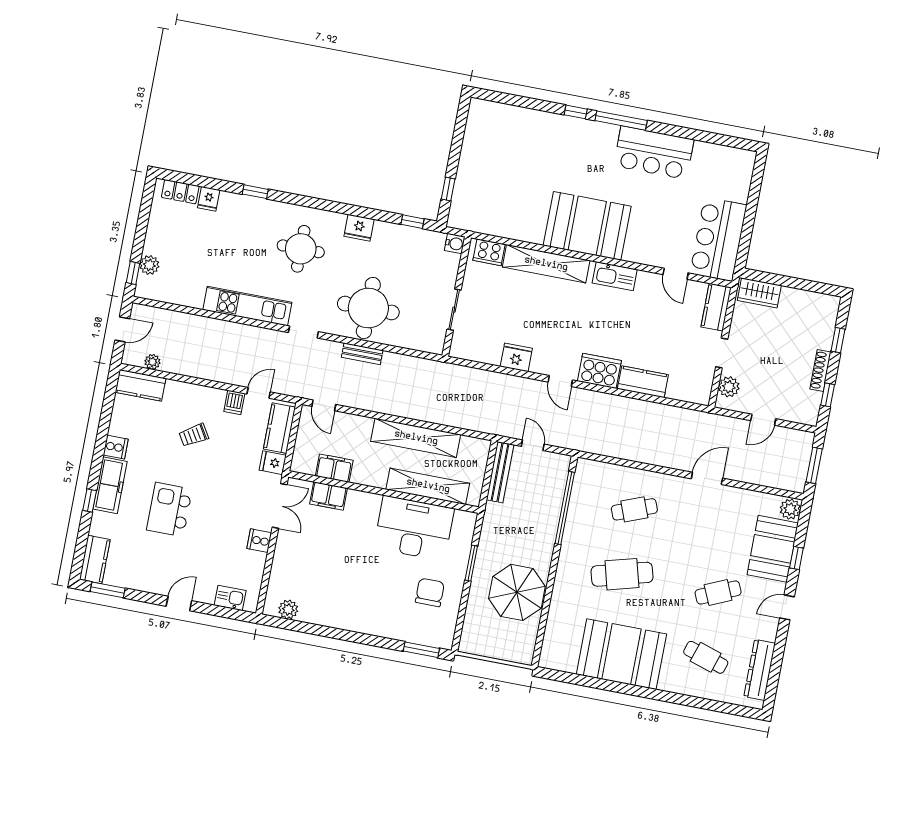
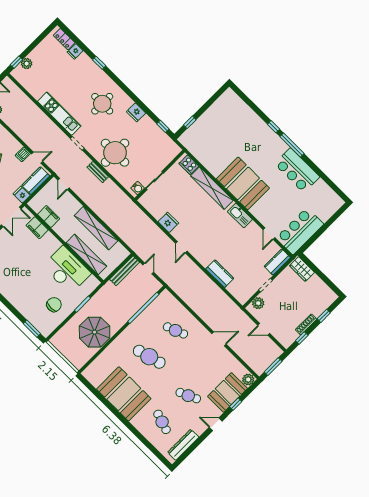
water cooler: (455, 244) -> (138, 188), moved
cooker: (599, 371) -> (203, 255), removed

